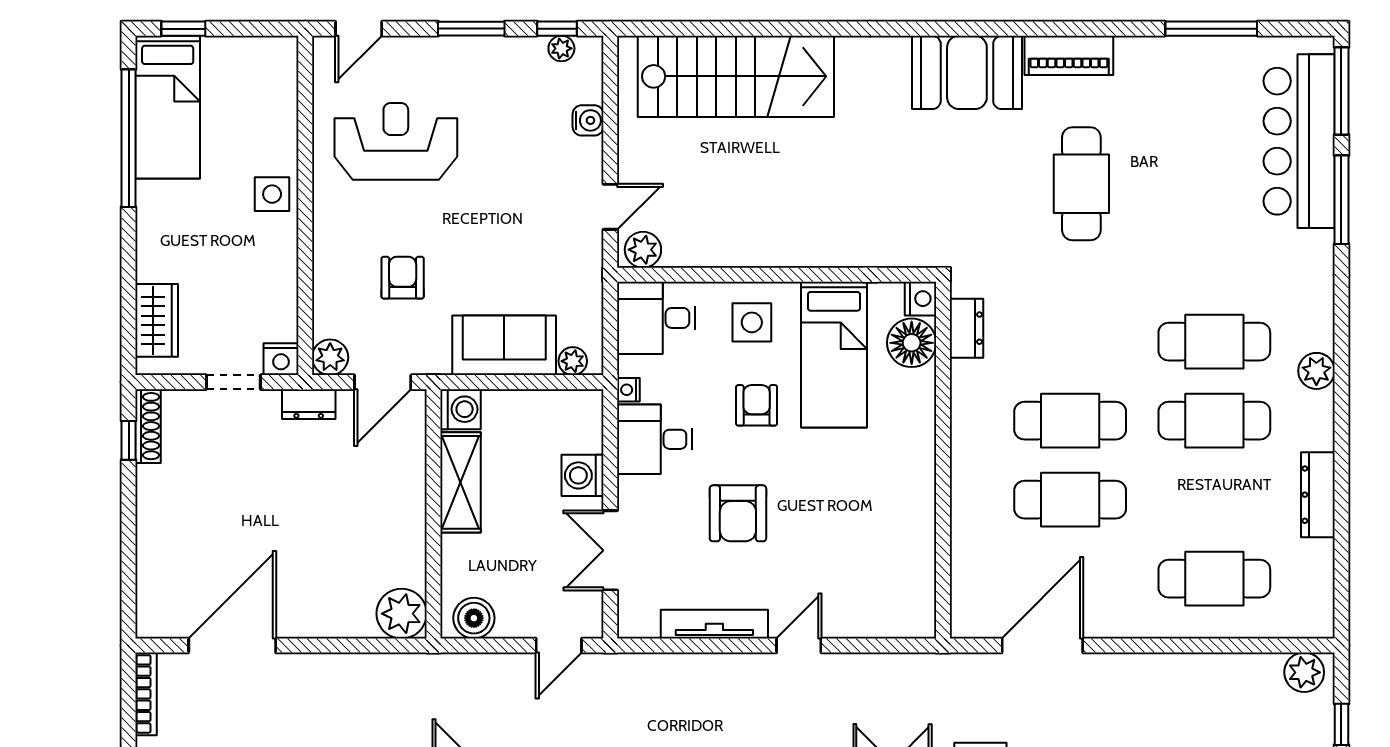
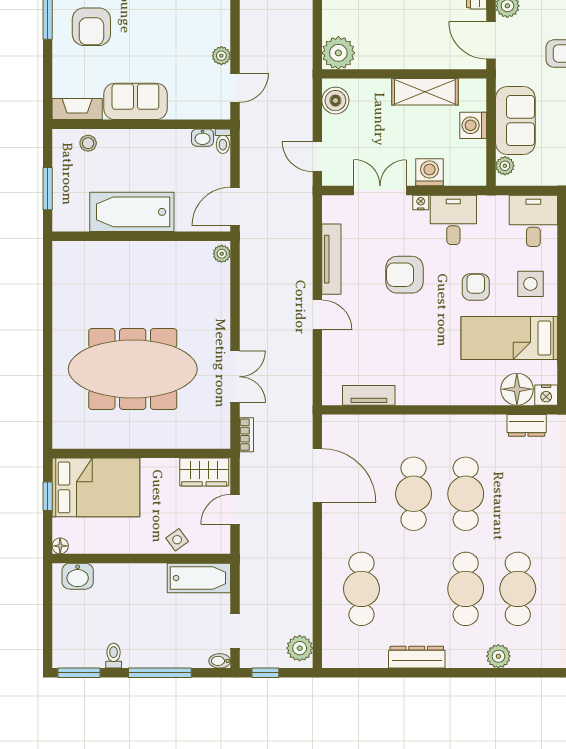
nightstand: (628, 390) -> (421, 202), moved
armchair: (757, 405) -> (476, 287), turned -90
washing machine: (461, 409) -> (473, 125), moved, turned 90
tv unit: (921, 568) -> (369, 395), added

